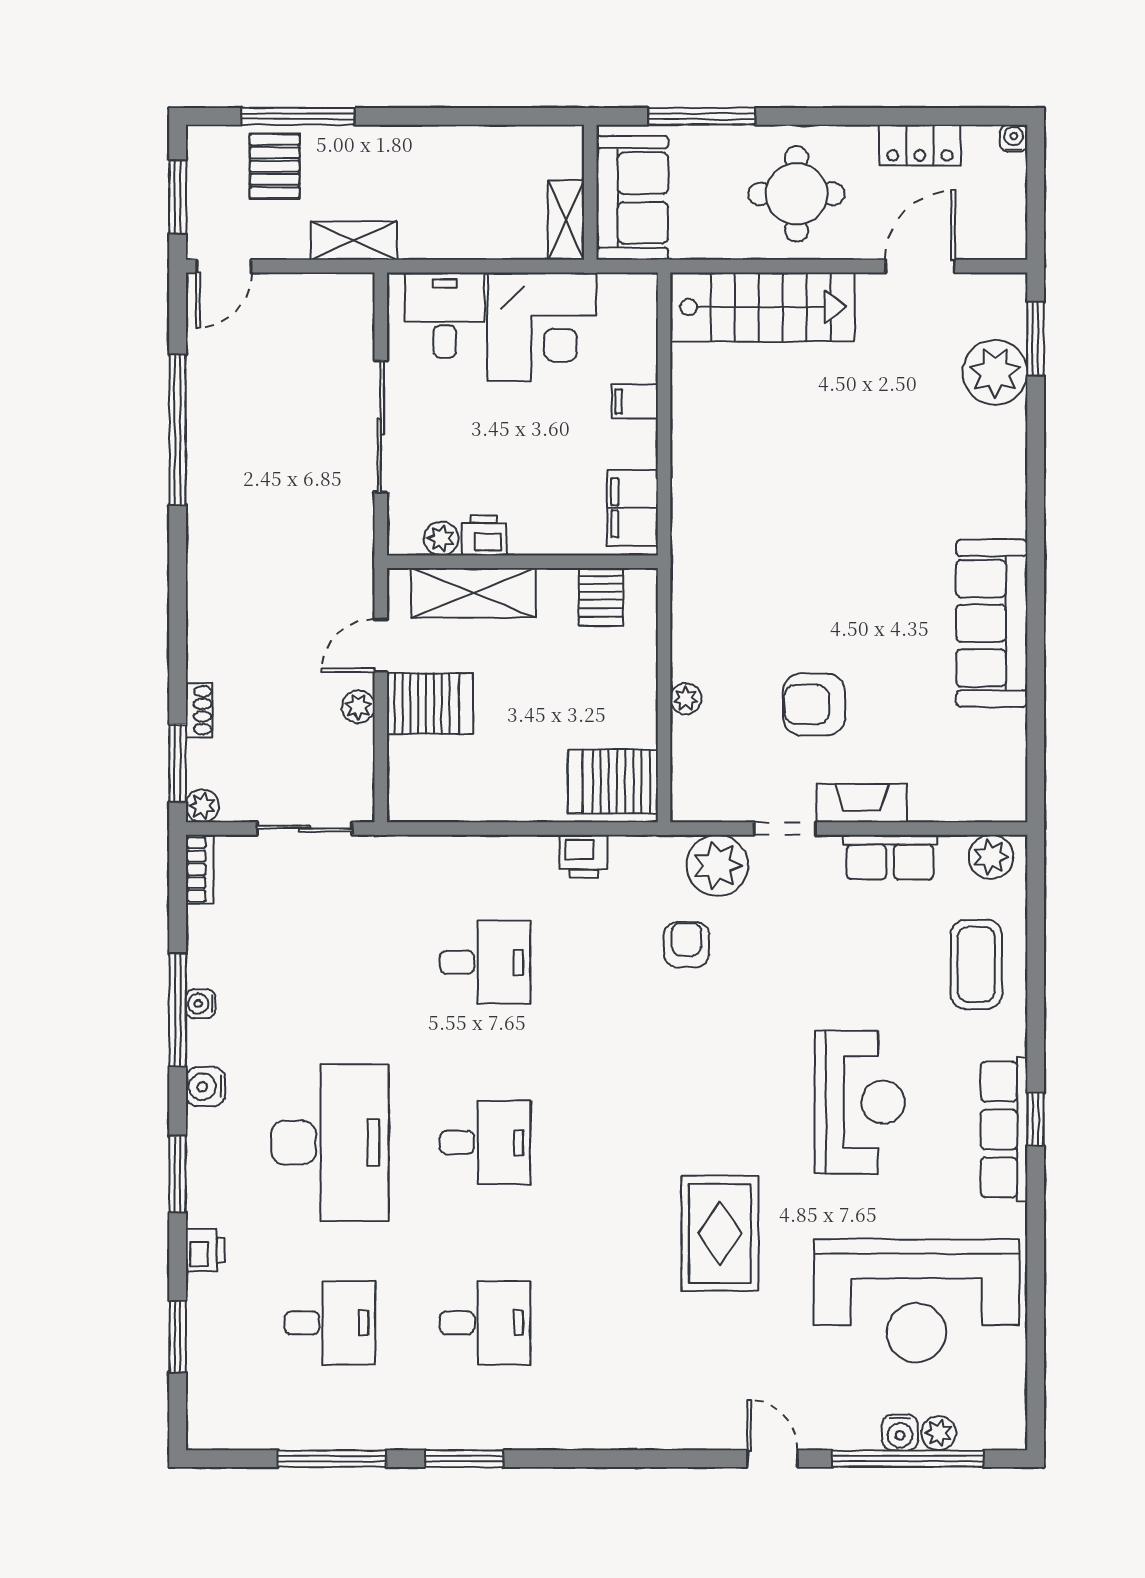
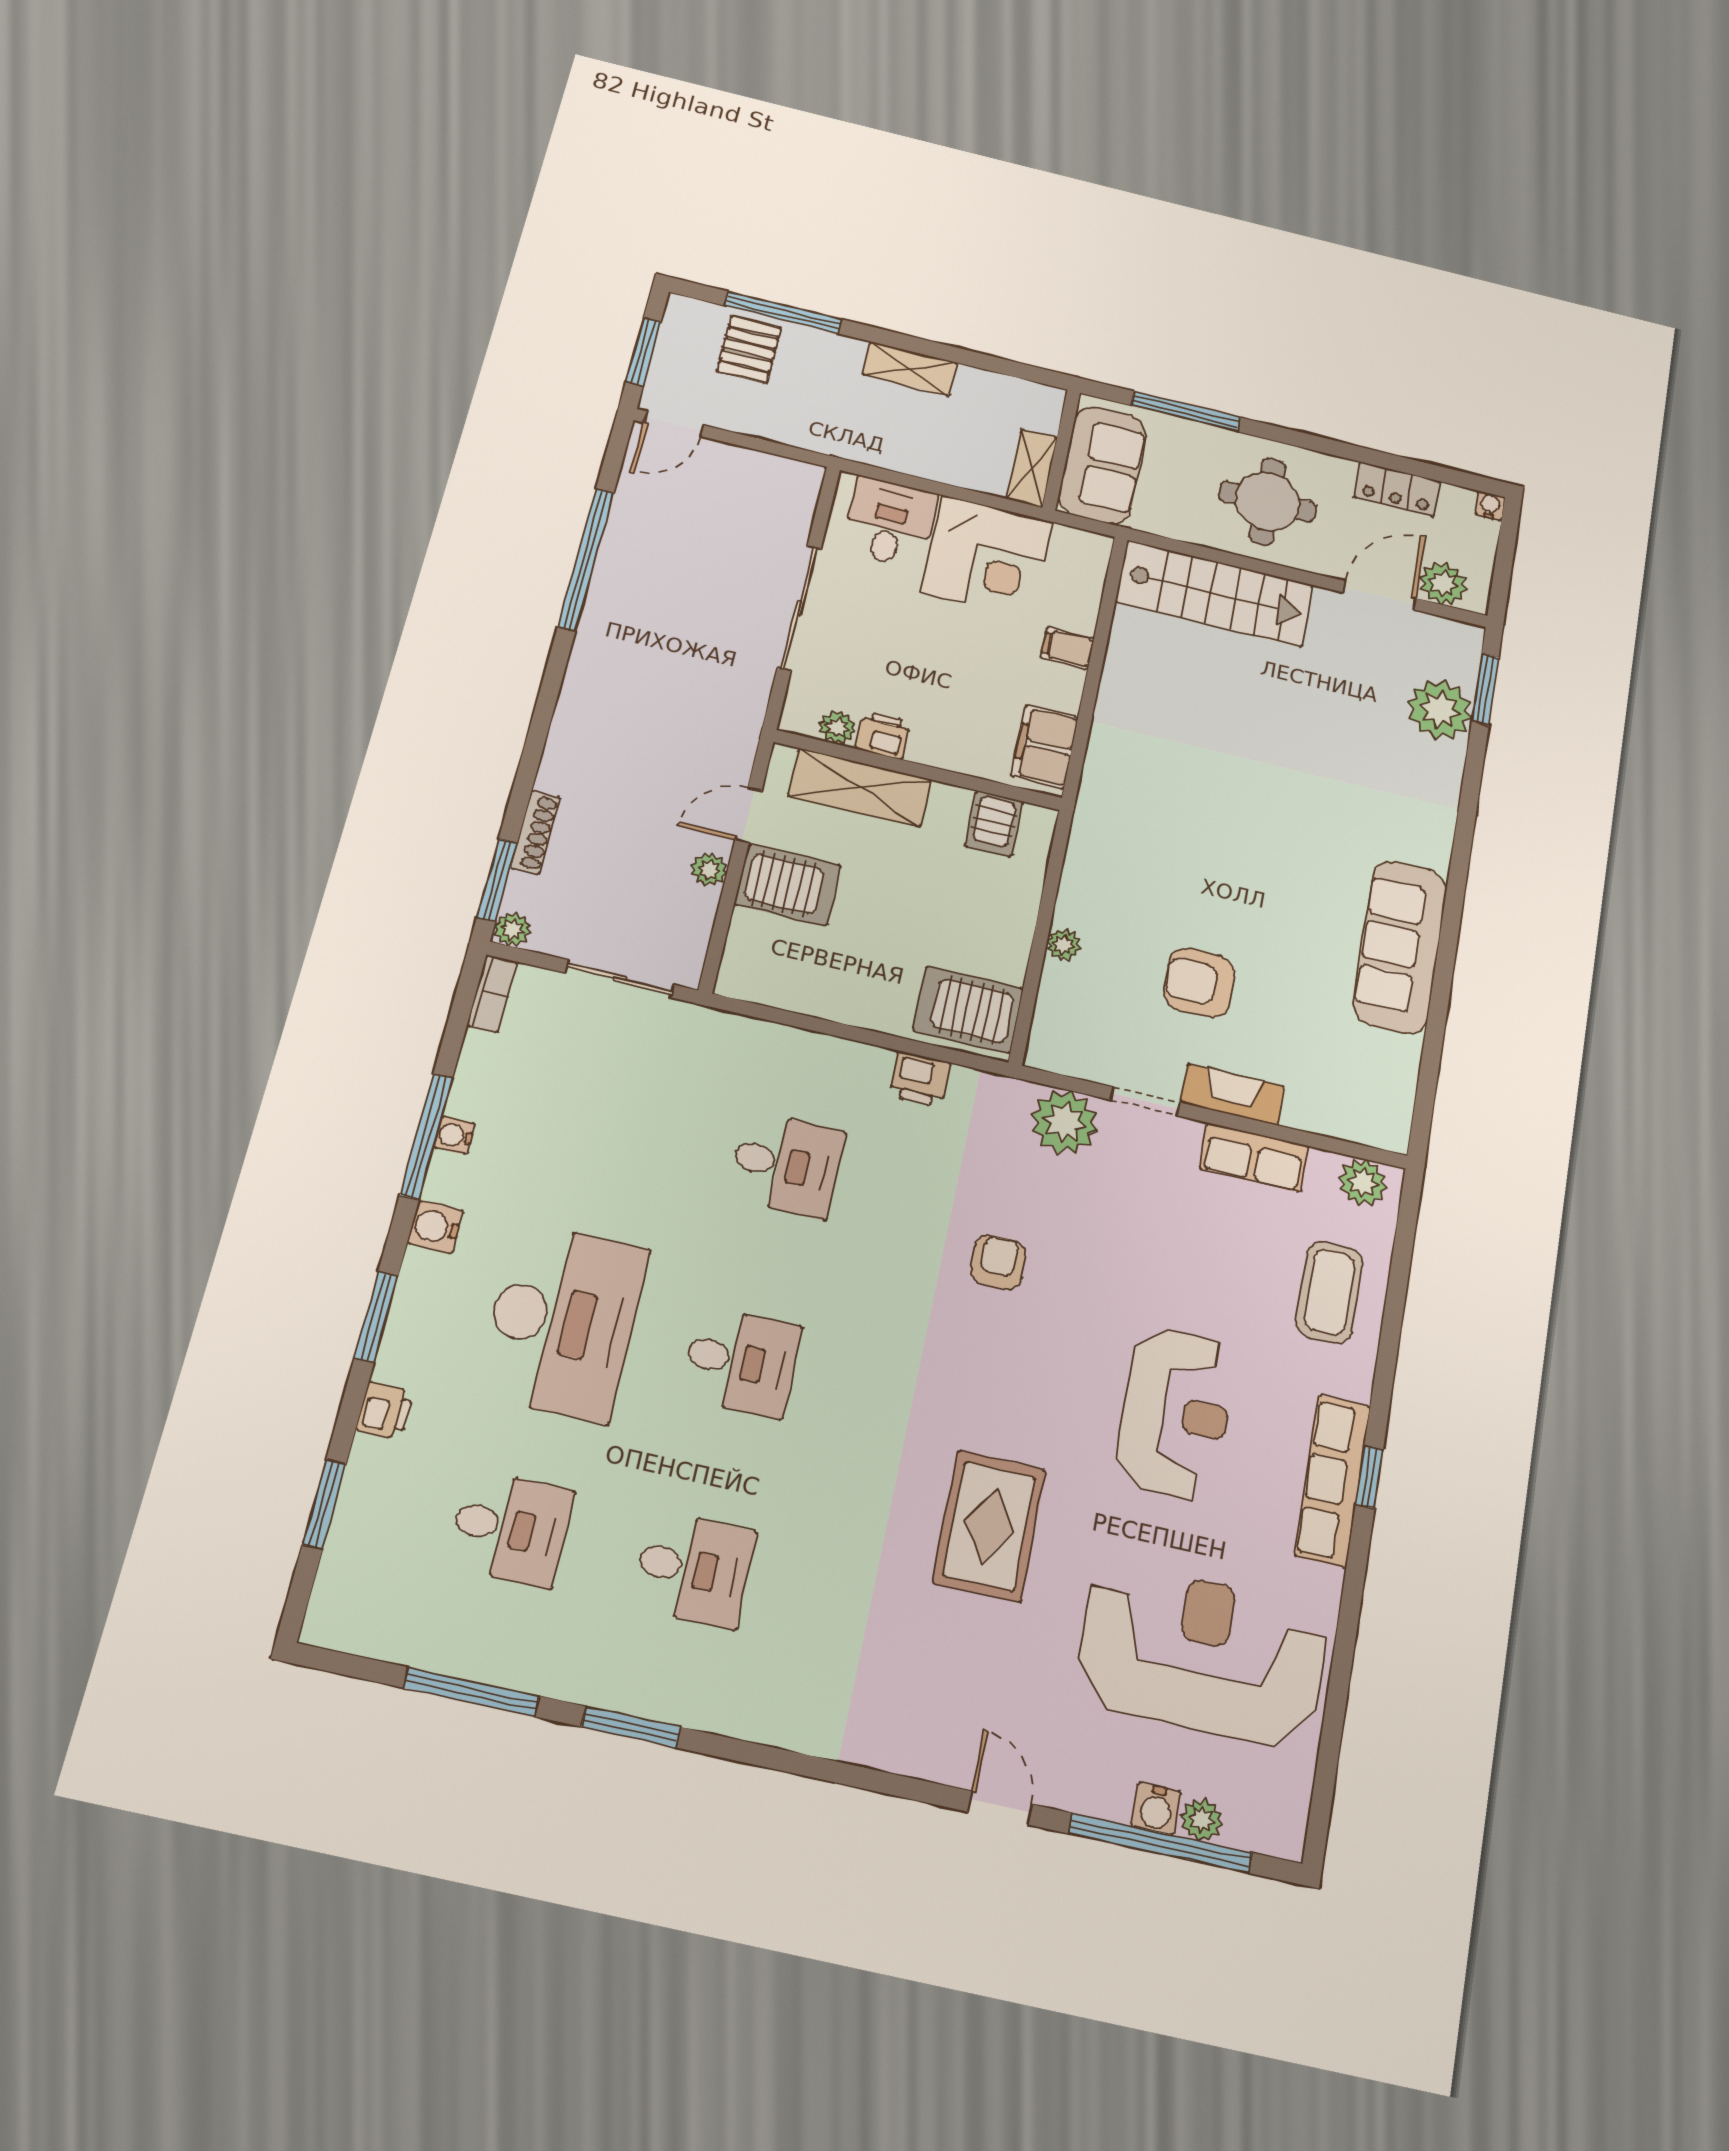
plant: (980, 236) -> (1443, 584), added
shelving: (354, 241) -> (910, 369), moved
shoe rack: (199, 710) -> (535, 832), width x1.43
armchair: (686, 945) -> (998, 1262), moved
reception desk: (916, 1301) -> (1202, 1655), turned 180

